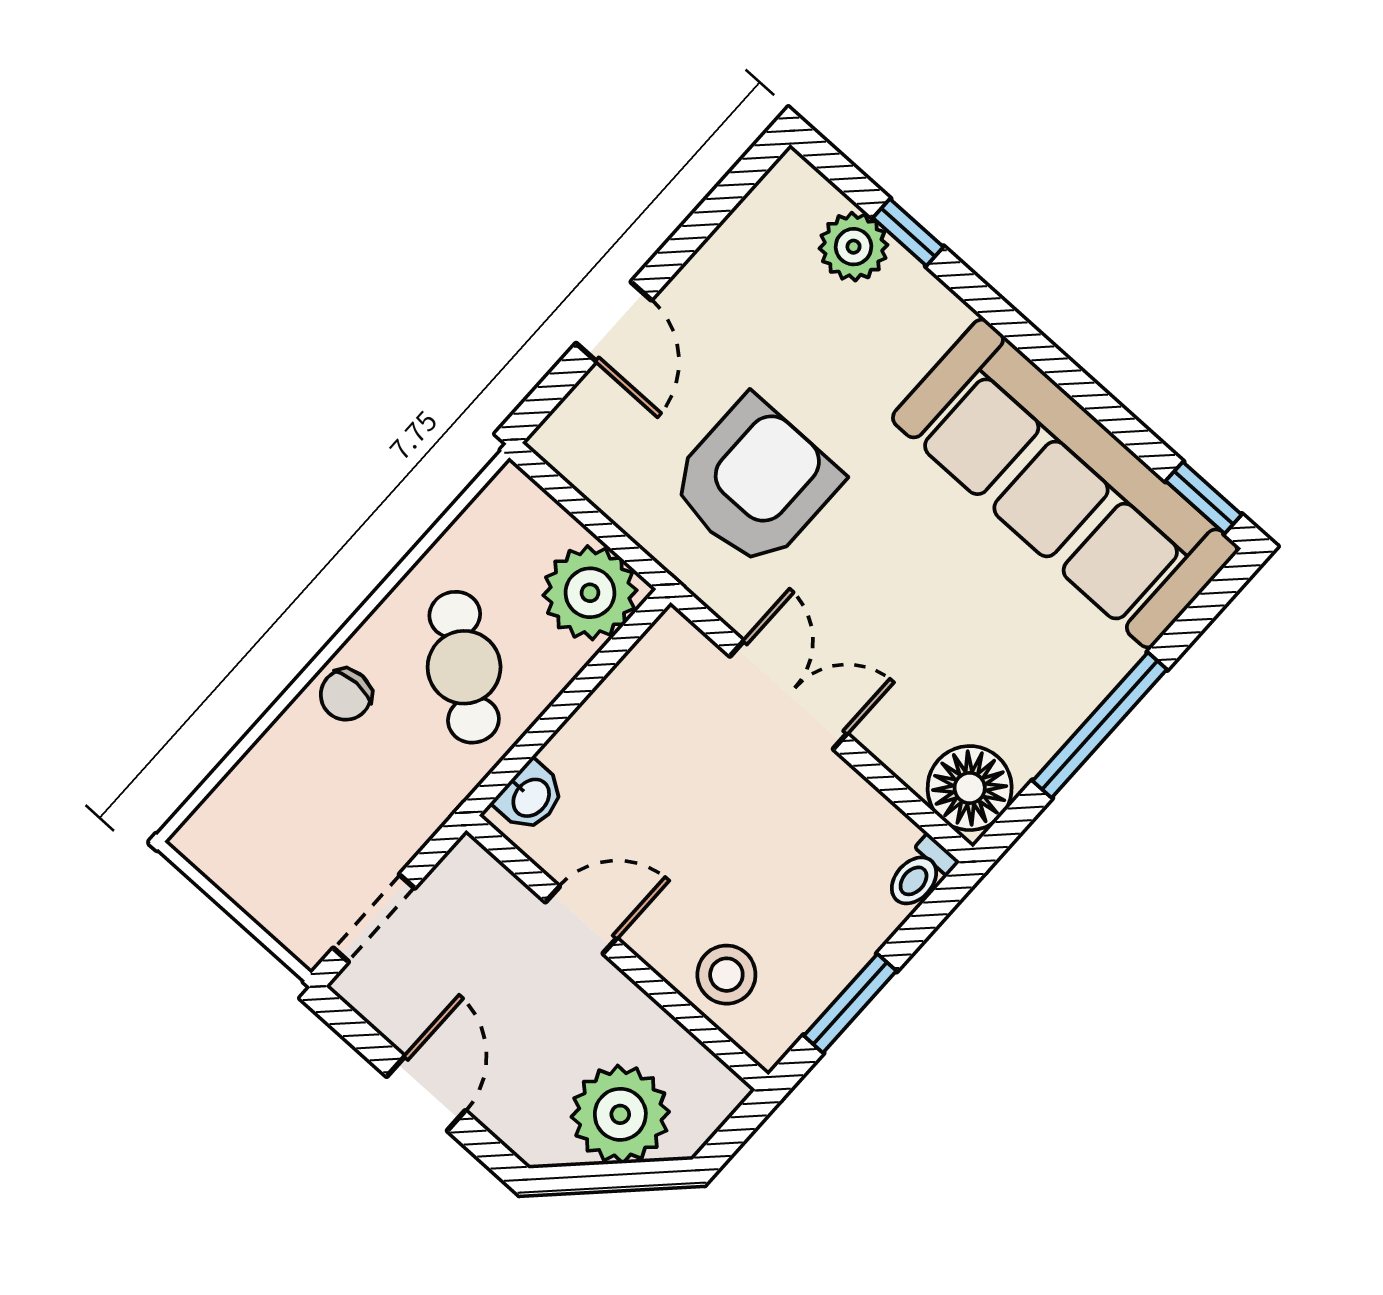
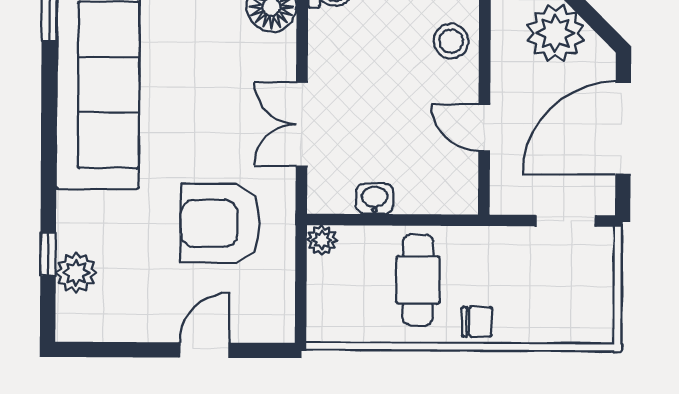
plant: (590, 593) -> (322, 240), width x0.53, depth x0.53
cafe table: (464, 667) -> (418, 280), turned -38
washbasin: (530, 797) -> (375, 199), moved
door: (426, 1094) -> (623, 128), width x1.87

